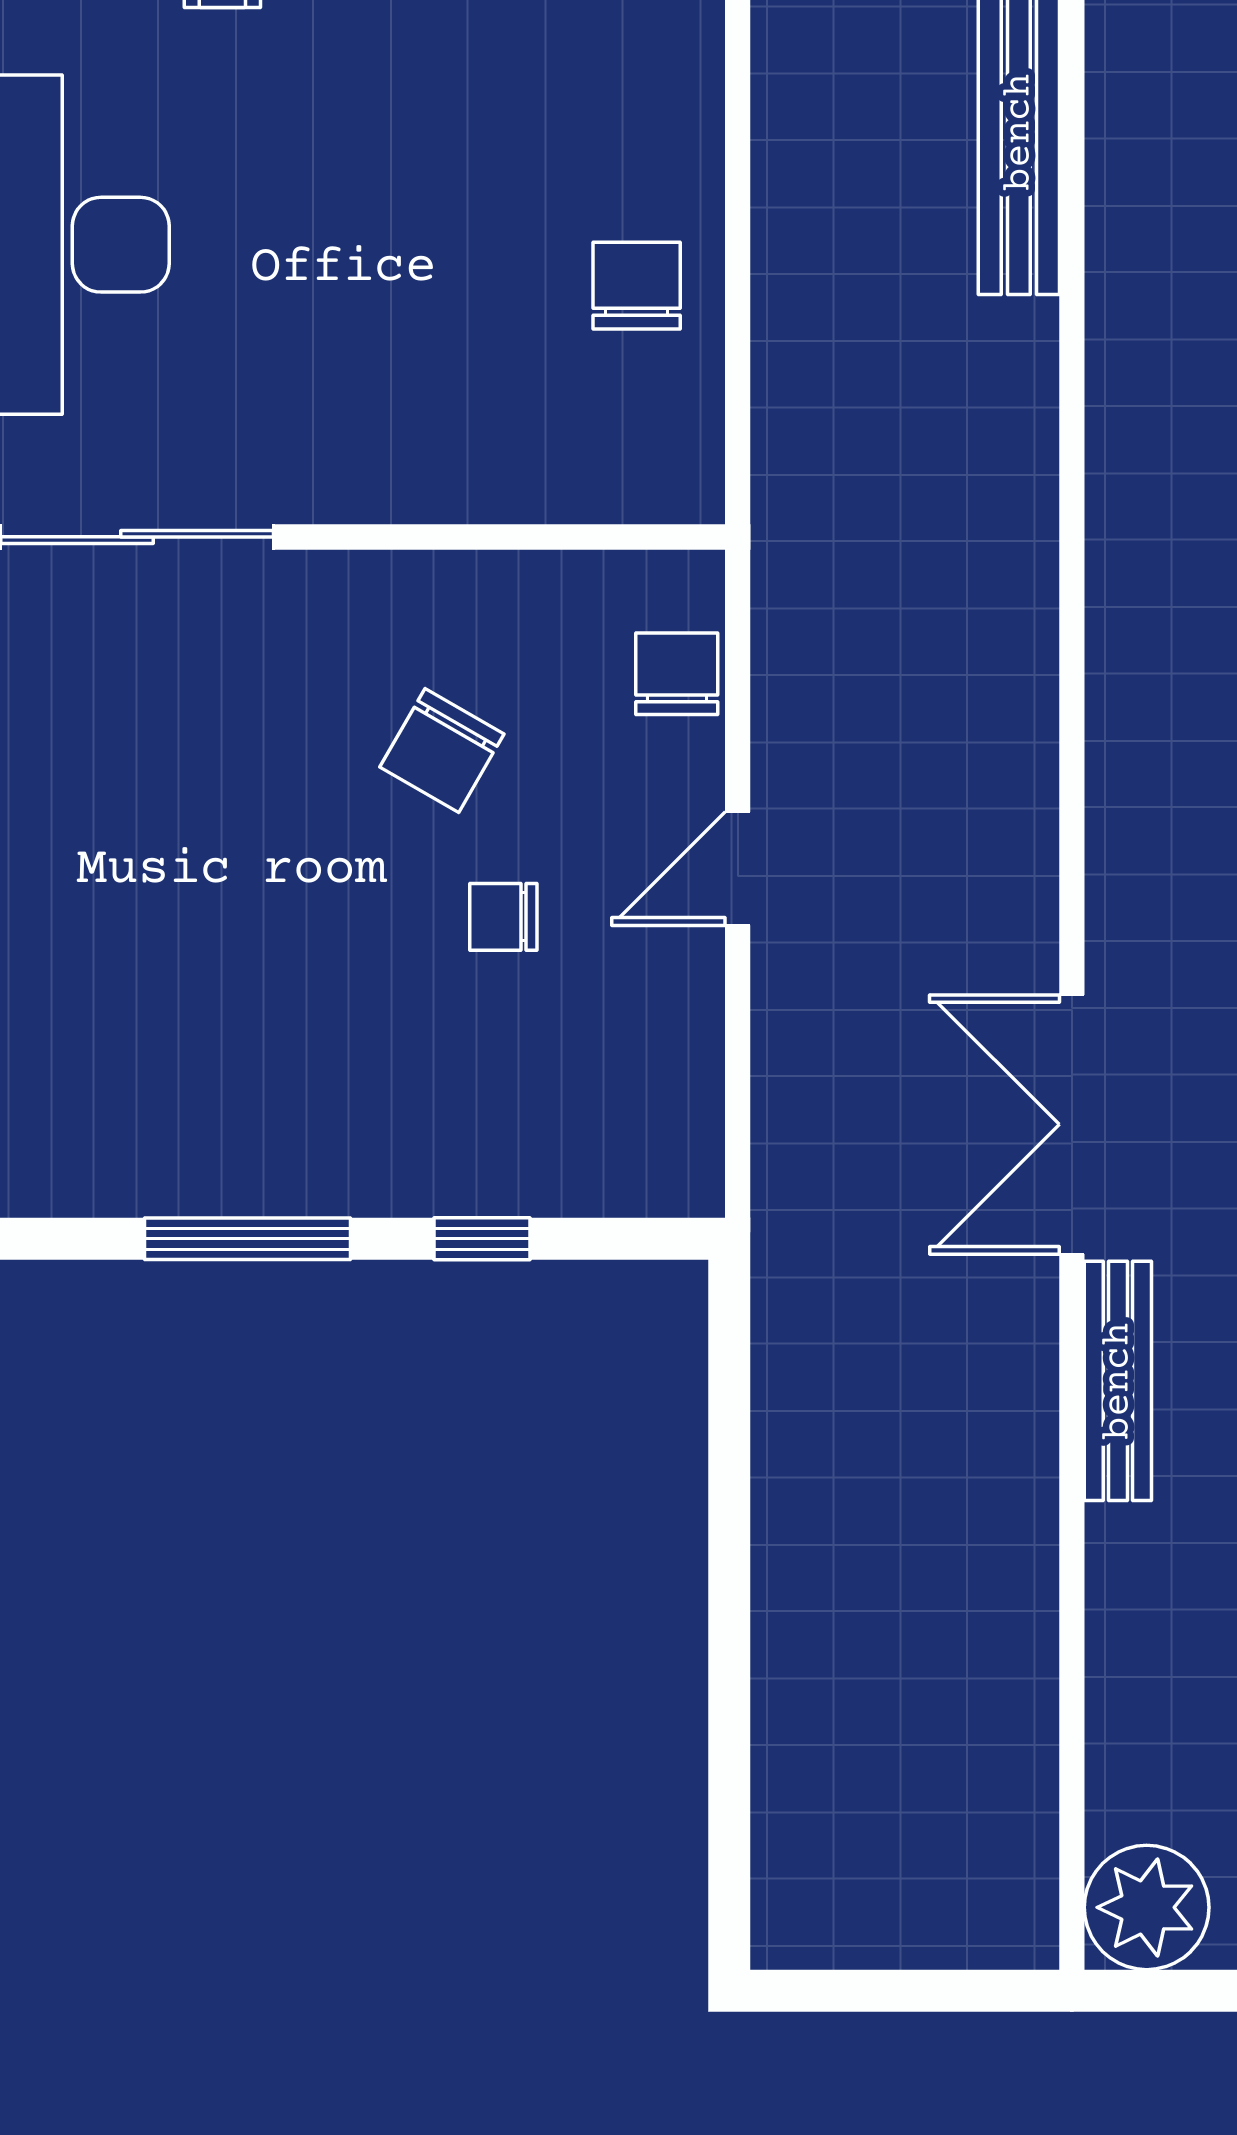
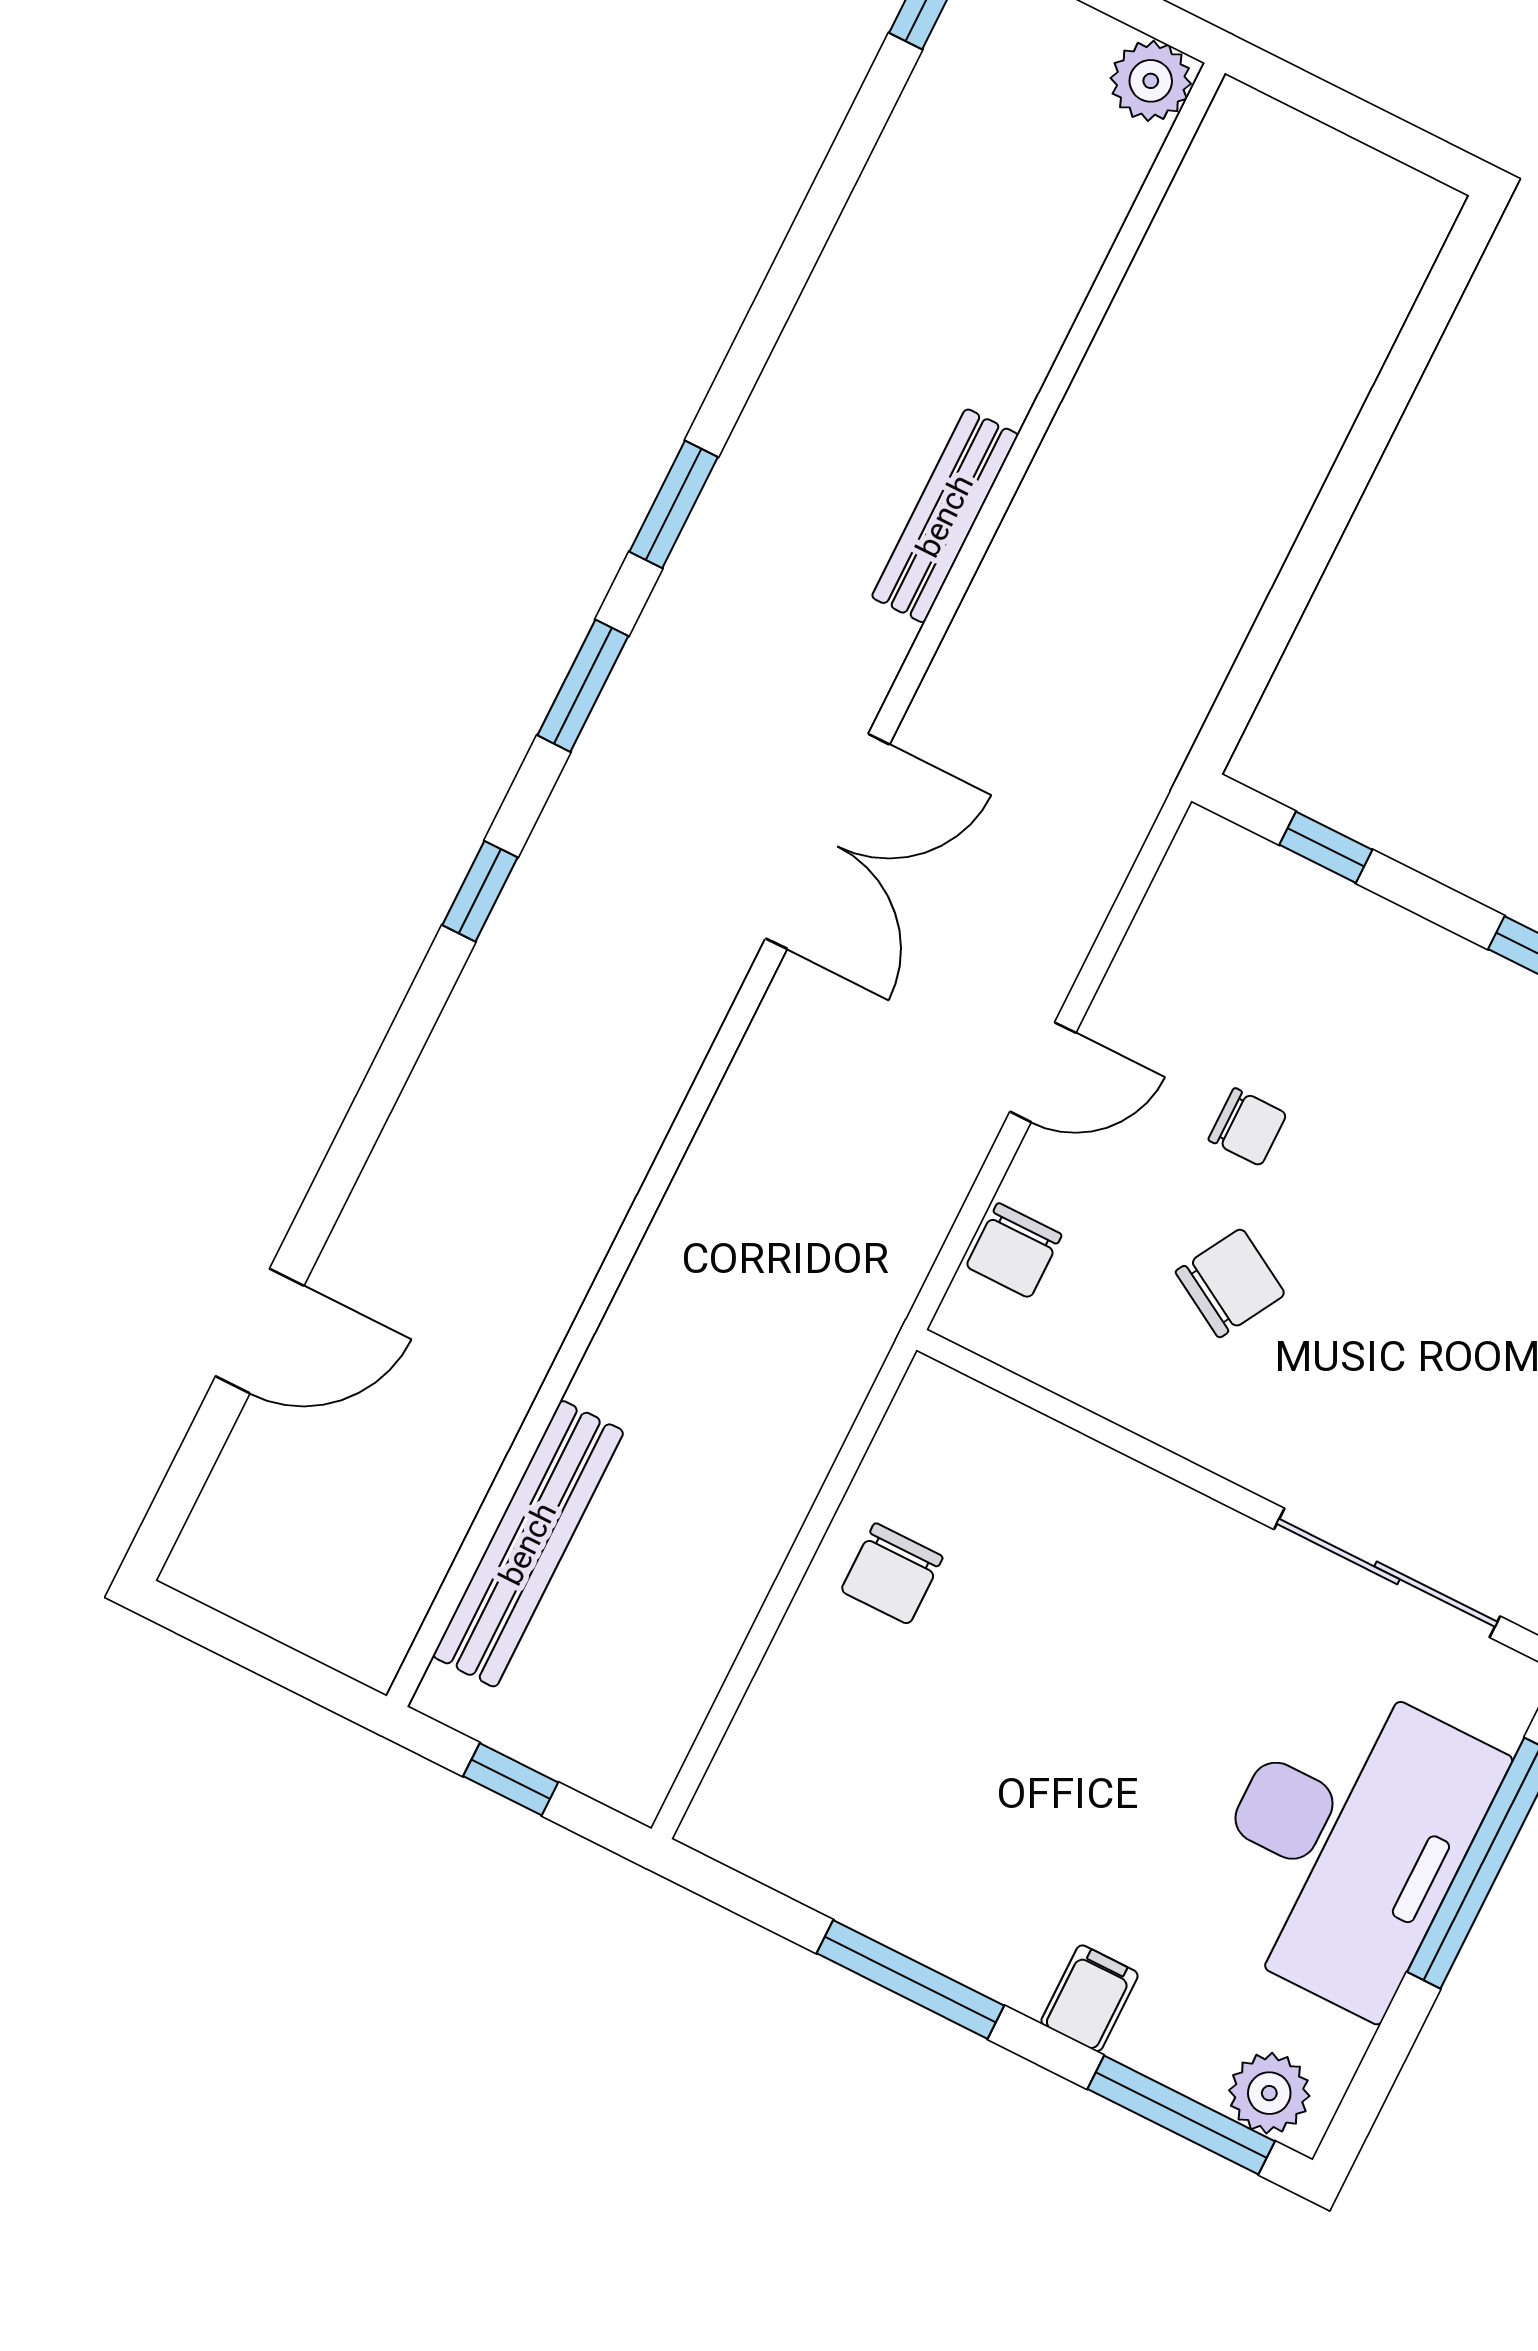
double door: (1072, 1124) -> (828, 841), moved
window: (482, 1239) -> (1326, 847), moved
plant: (1147, 1907) -> (1151, 81), width x0.73, depth x0.73

